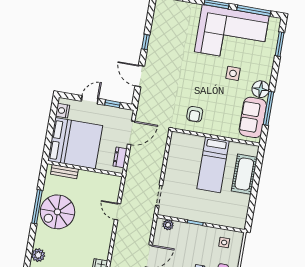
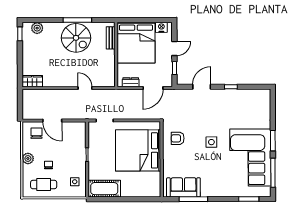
side table: (233, 73) -> (211, 142), moved
floor lamp: (261, 89) -> (208, 190), removed
door: (90, 100) -> (174, 49), hinge flipped
door: (131, 133) -> (153, 88), hinge flipped
bed: (213, 165) -> (138, 150), width x2.04
cot: (244, 174) -> (104, 189), moved
spiral stairs: (57, 212) -> (76, 38), turned 180
door: (118, 212) -> (85, 88), hinge flipped
plant: (168, 225) -> (81, 132), removed

